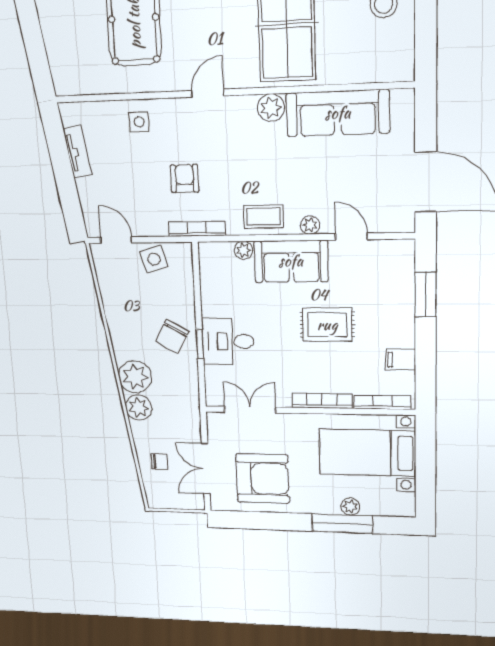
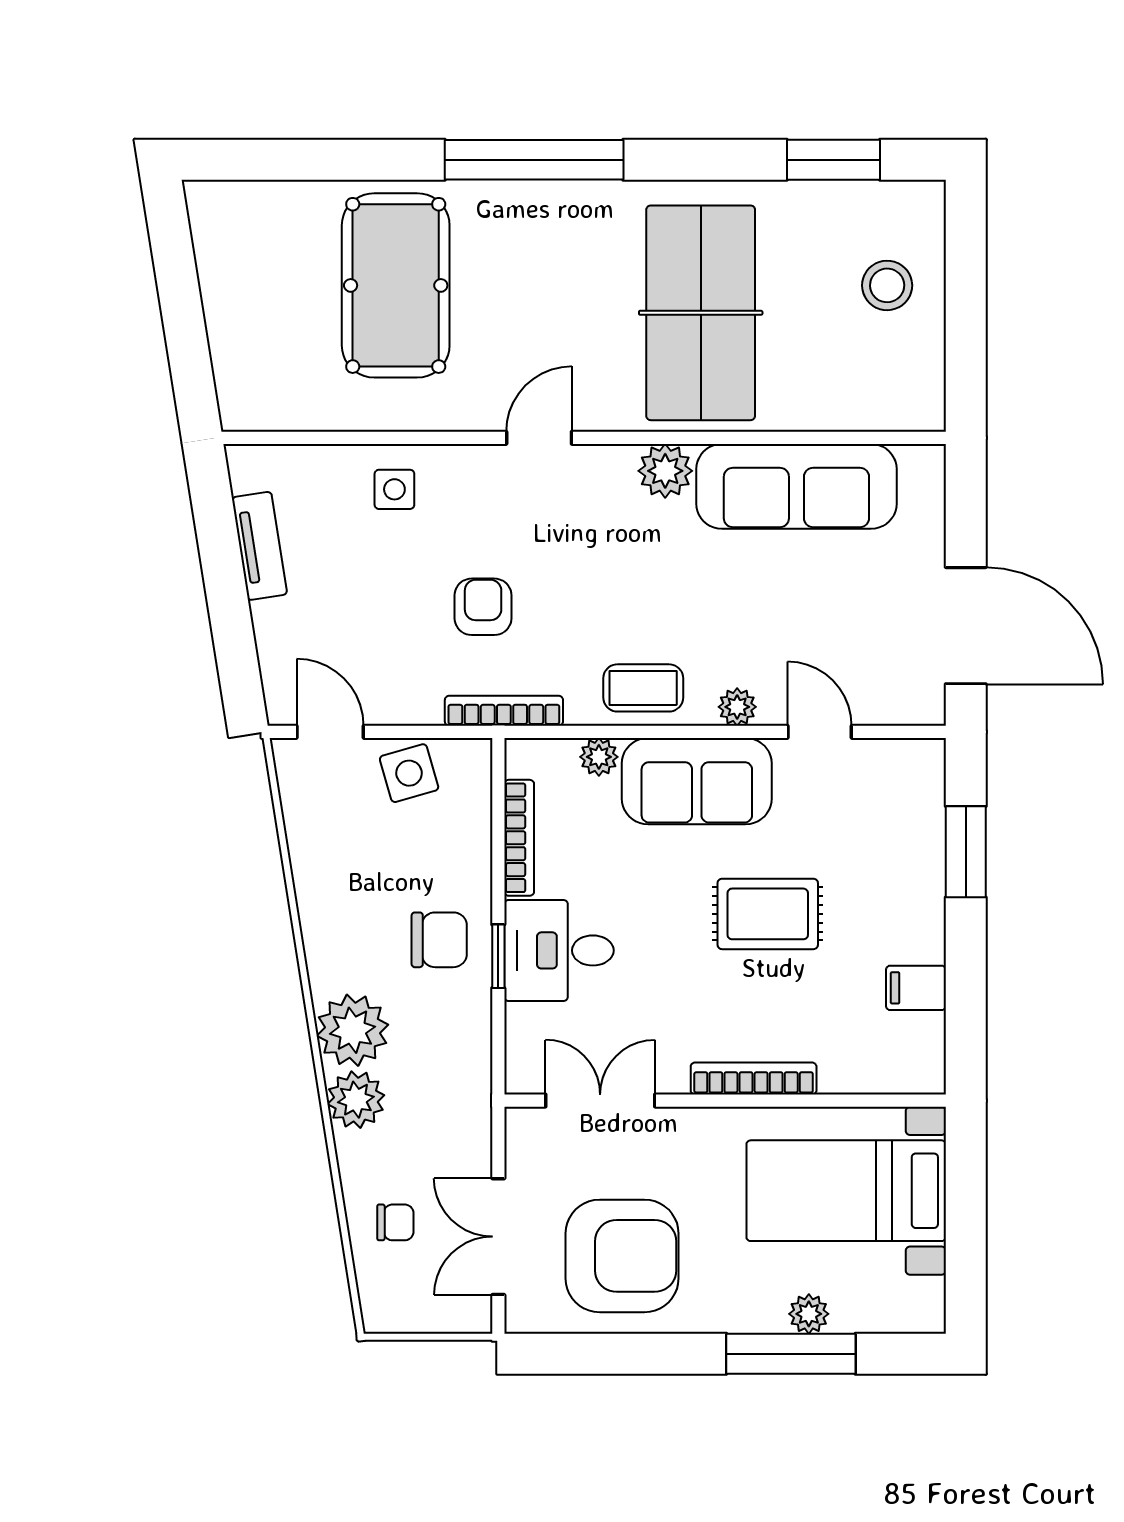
chair: (172, 336) -> (439, 940), turned -119
bookcase: (382, 402) -> (519, 838), moved, turned 90

